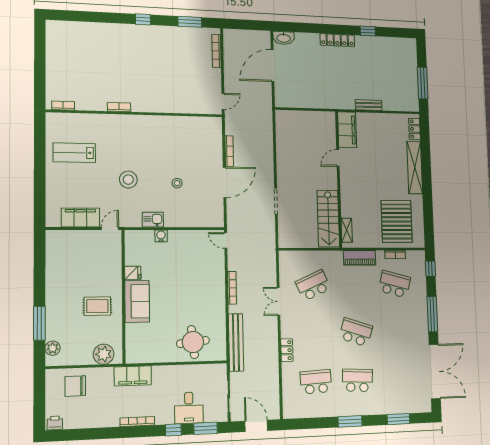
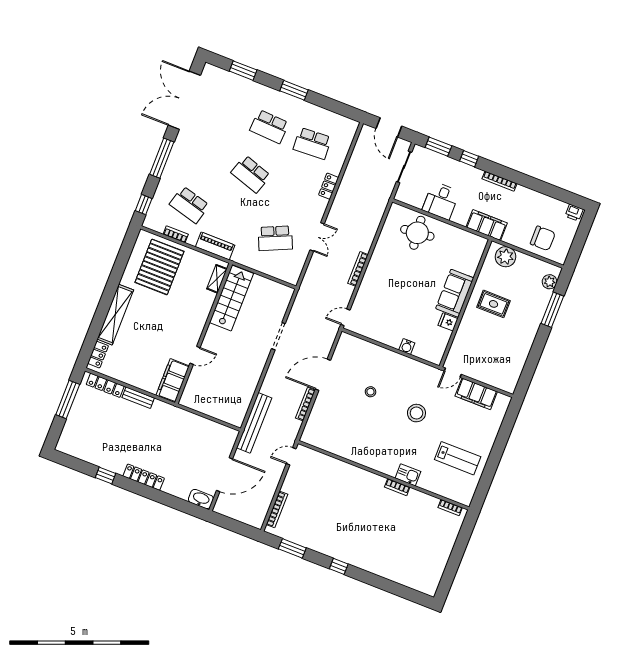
locker: (399, 106) -> (105, 385), added
kitchen sink: (153, 220) -> (408, 475), moved, turned 180
door: (226, 241) -> (345, 317), swing flipped
bench: (236, 342) -> (254, 423), moved
desk: (189, 408) -> (441, 201), moved, turned 180

